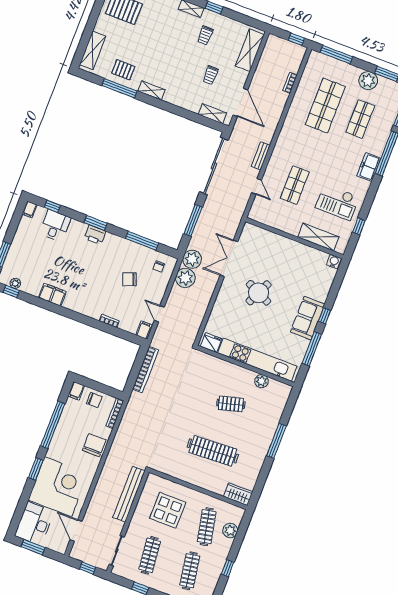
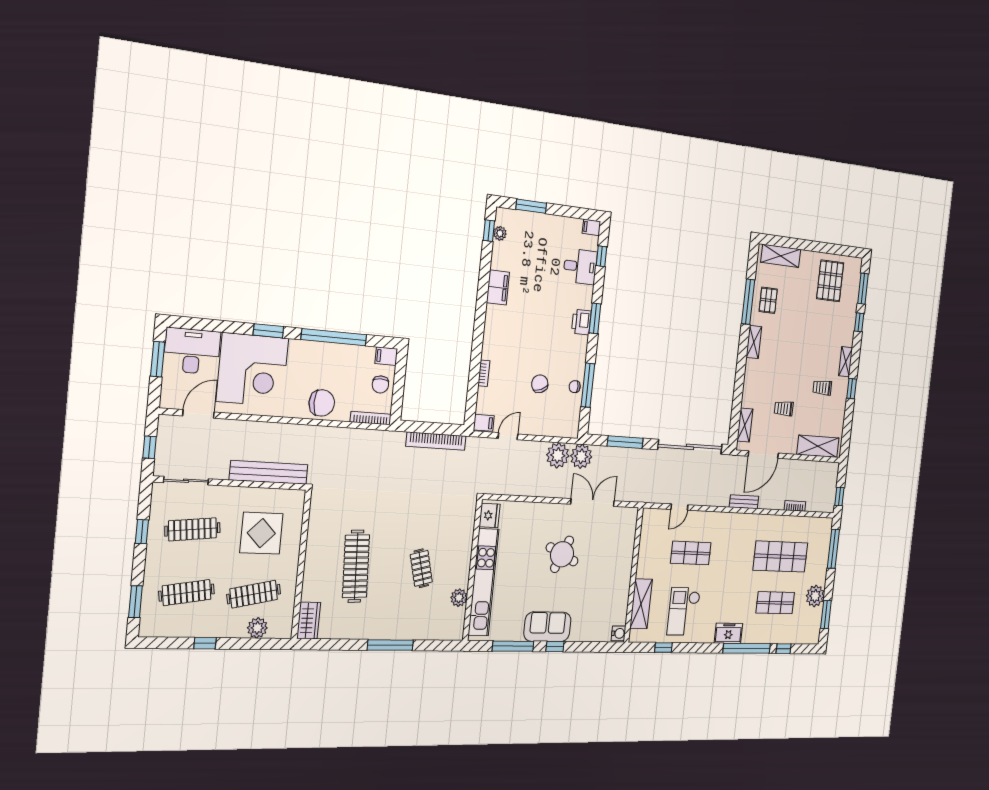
bench: (261, 156) -> (744, 502), moved
chair: (159, 266) -> (575, 387), moved

